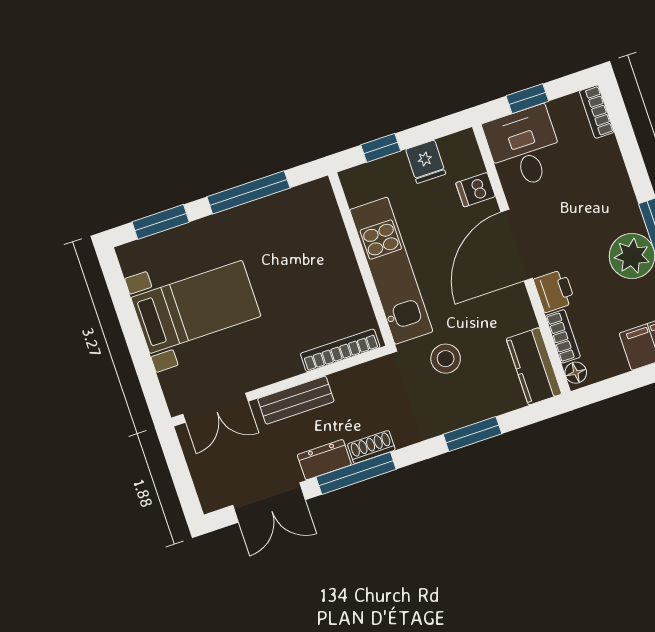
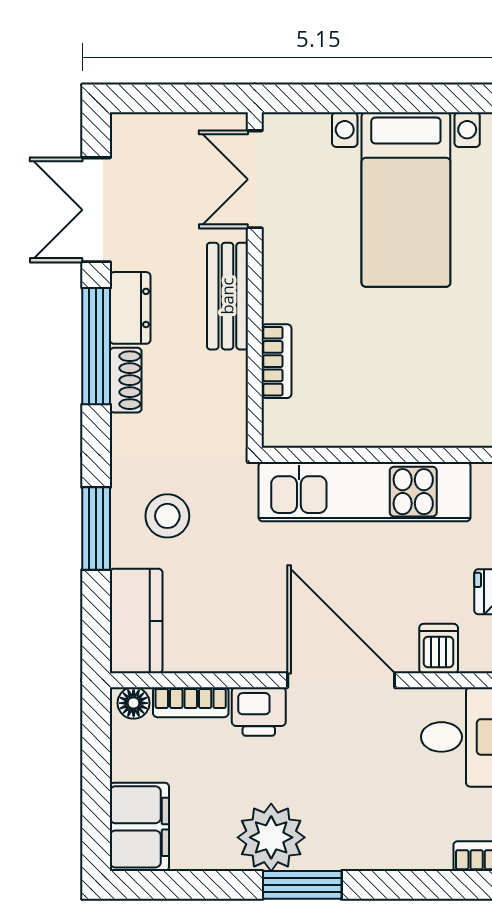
bookcase: (340, 350) -> (277, 361), width x0.64
stool: (446, 359) -> (167, 516), moved
kitchen counter: (534, 366) -> (136, 621), moved, turned 90

